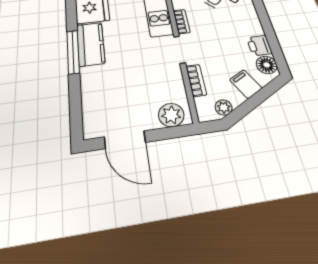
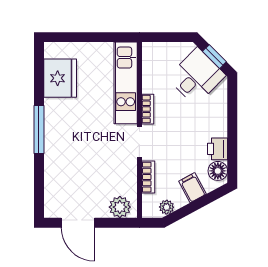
kitchen counter: (91, 44) -> (56, 123), removed

